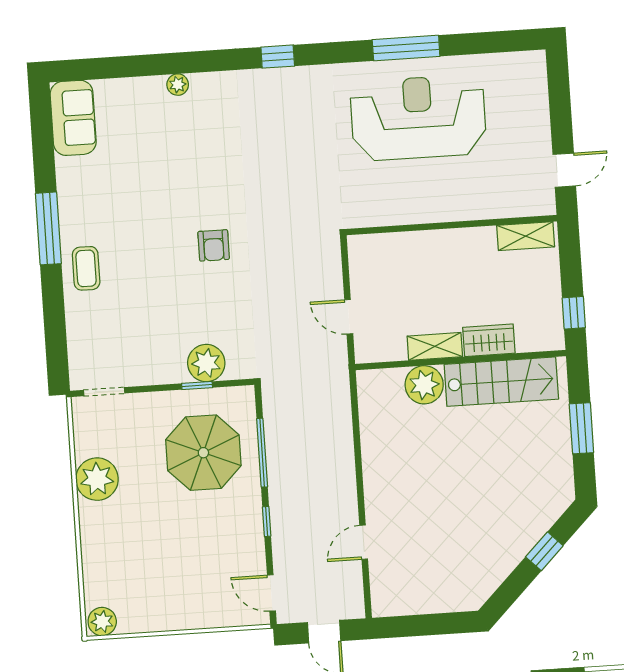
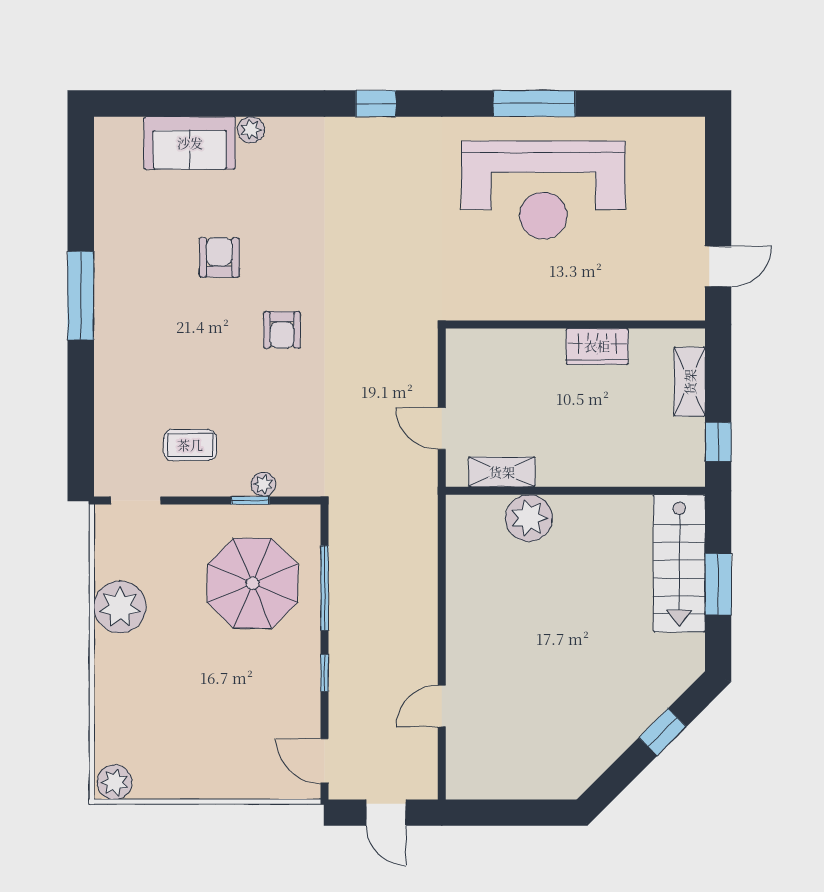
sofa: (73, 118) -> (190, 143), moved, turned 90
reception desk: (418, 118) -> (543, 190), turned 180
armchair: (159, 190) -> (219, 257), added
shelving: (526, 236) -> (690, 382), moved, turned 90
coffee table: (86, 268) -> (190, 445), moved, turned 90
wardrobe: (489, 340) -> (597, 346), moved, turned 180
shelving: (435, 346) -> (502, 472), moved
plant: (206, 363) -> (263, 484), width x0.53, depth x0.53
stairs: (501, 382) -> (679, 563), moved, turned 90

